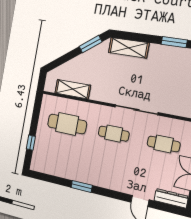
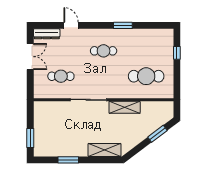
window: (91, 44) -> (157, 134), moved
shelving: (73, 89) -> (125, 107), moved
cafe table: (114, 134) -> (104, 51), moved

